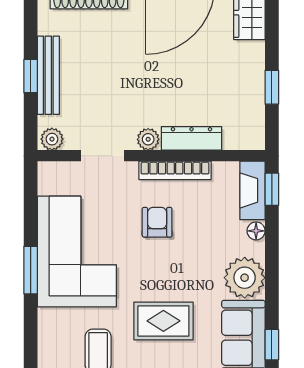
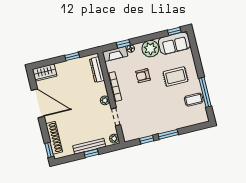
dresser: (191, 138) -> (97, 70), moved
window: (272, 189) -> (123, 44), moved
window: (31, 216) -> (147, 140), added
armchair: (157, 222) -> (143, 76), moved
corner sofa: (77, 252) -> (156, 118), removed
rug: (163, 321) -> (175, 77), turned 90

